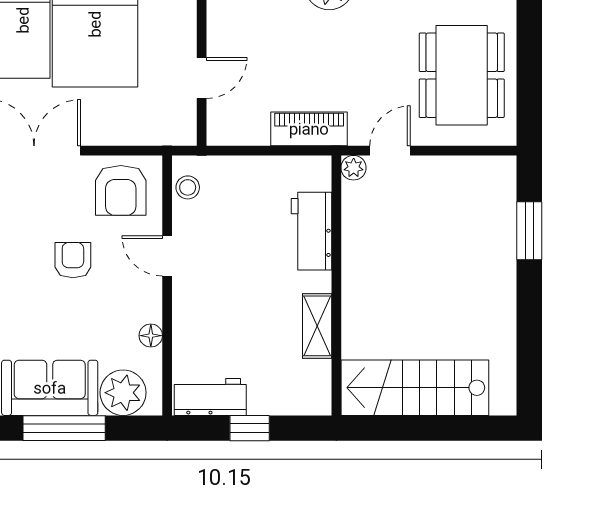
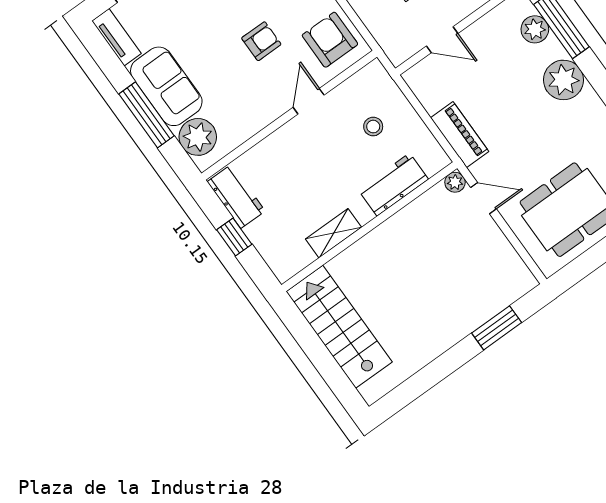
stool: (188, 187) -> (373, 127), moved
armchair: (121, 190) -> (330, 40), turned 90
floor lamp: (151, 336) -> (249, 128), removed

